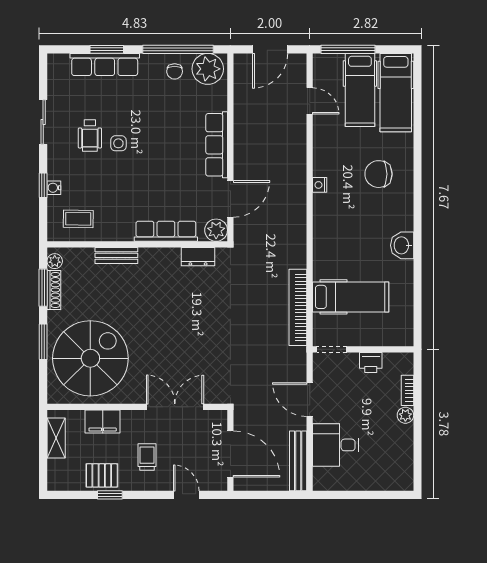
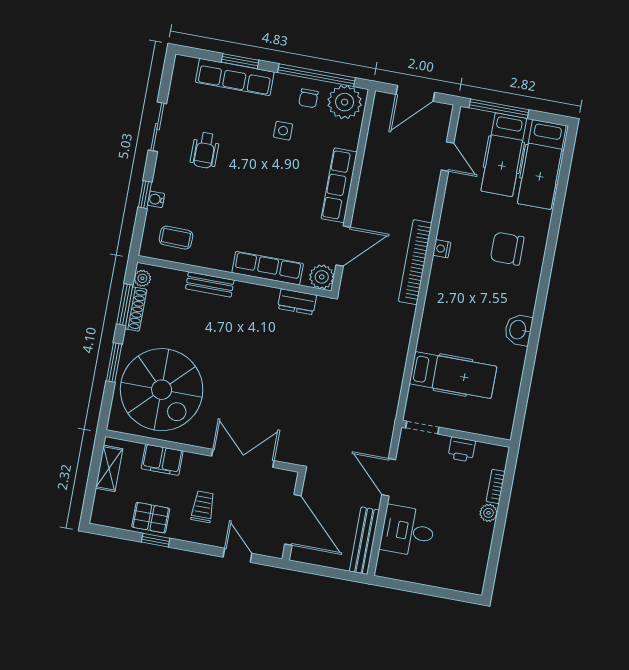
side table: (118, 143) -> (283, 131), moved
bookcase: (298, 307) -> (415, 262), moved
spiral stairs: (90, 358) -> (162, 390), turned 90

